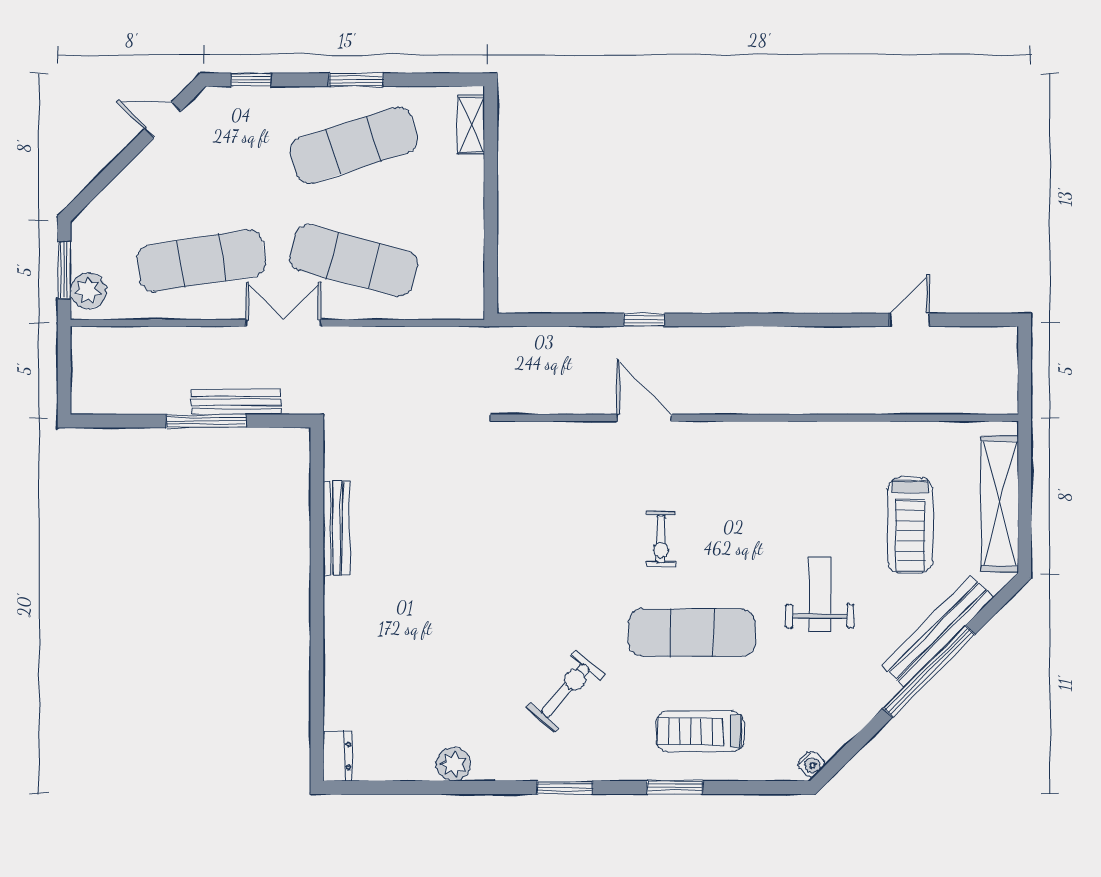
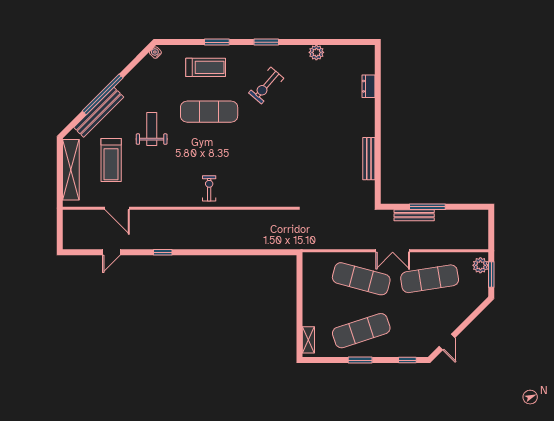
door: (162, 120) -> (447, 342), hinge flipped
window: (644, 320) -> (163, 252), moved
door: (644, 418) -> (117, 208), moved
treadmill: (910, 525) -> (111, 160), turned 180
exercise bike: (661, 539) -> (209, 188), moved
weight bench: (820, 594) -> (152, 129), turned 180
dresser: (337, 756) -> (368, 86), moved

